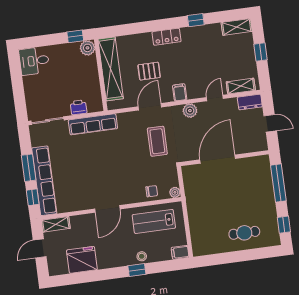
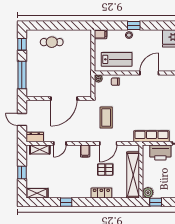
locker: (167, 37) -> (101, 193), moved
printer: (79, 107) -> (160, 153), width x1.87, depth x1.48
plant: (190, 111) -> (79, 137), removed

